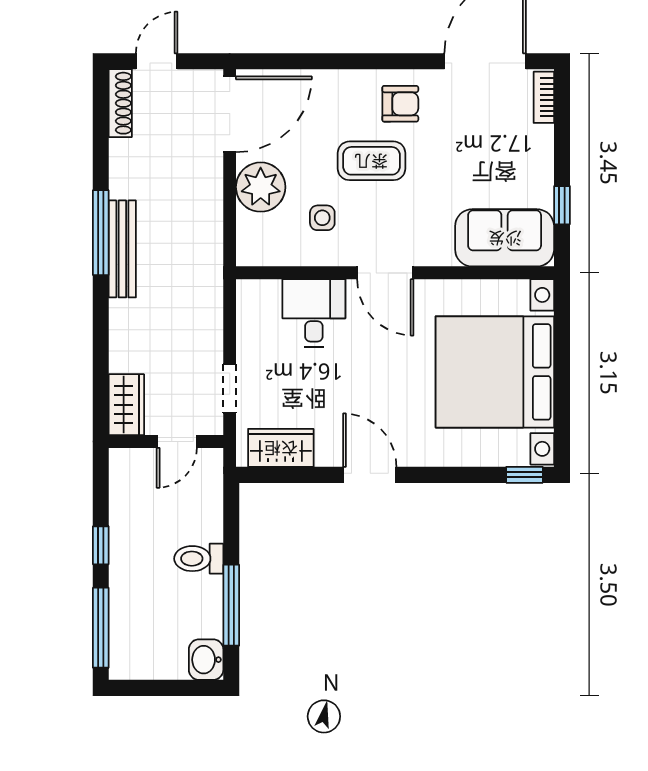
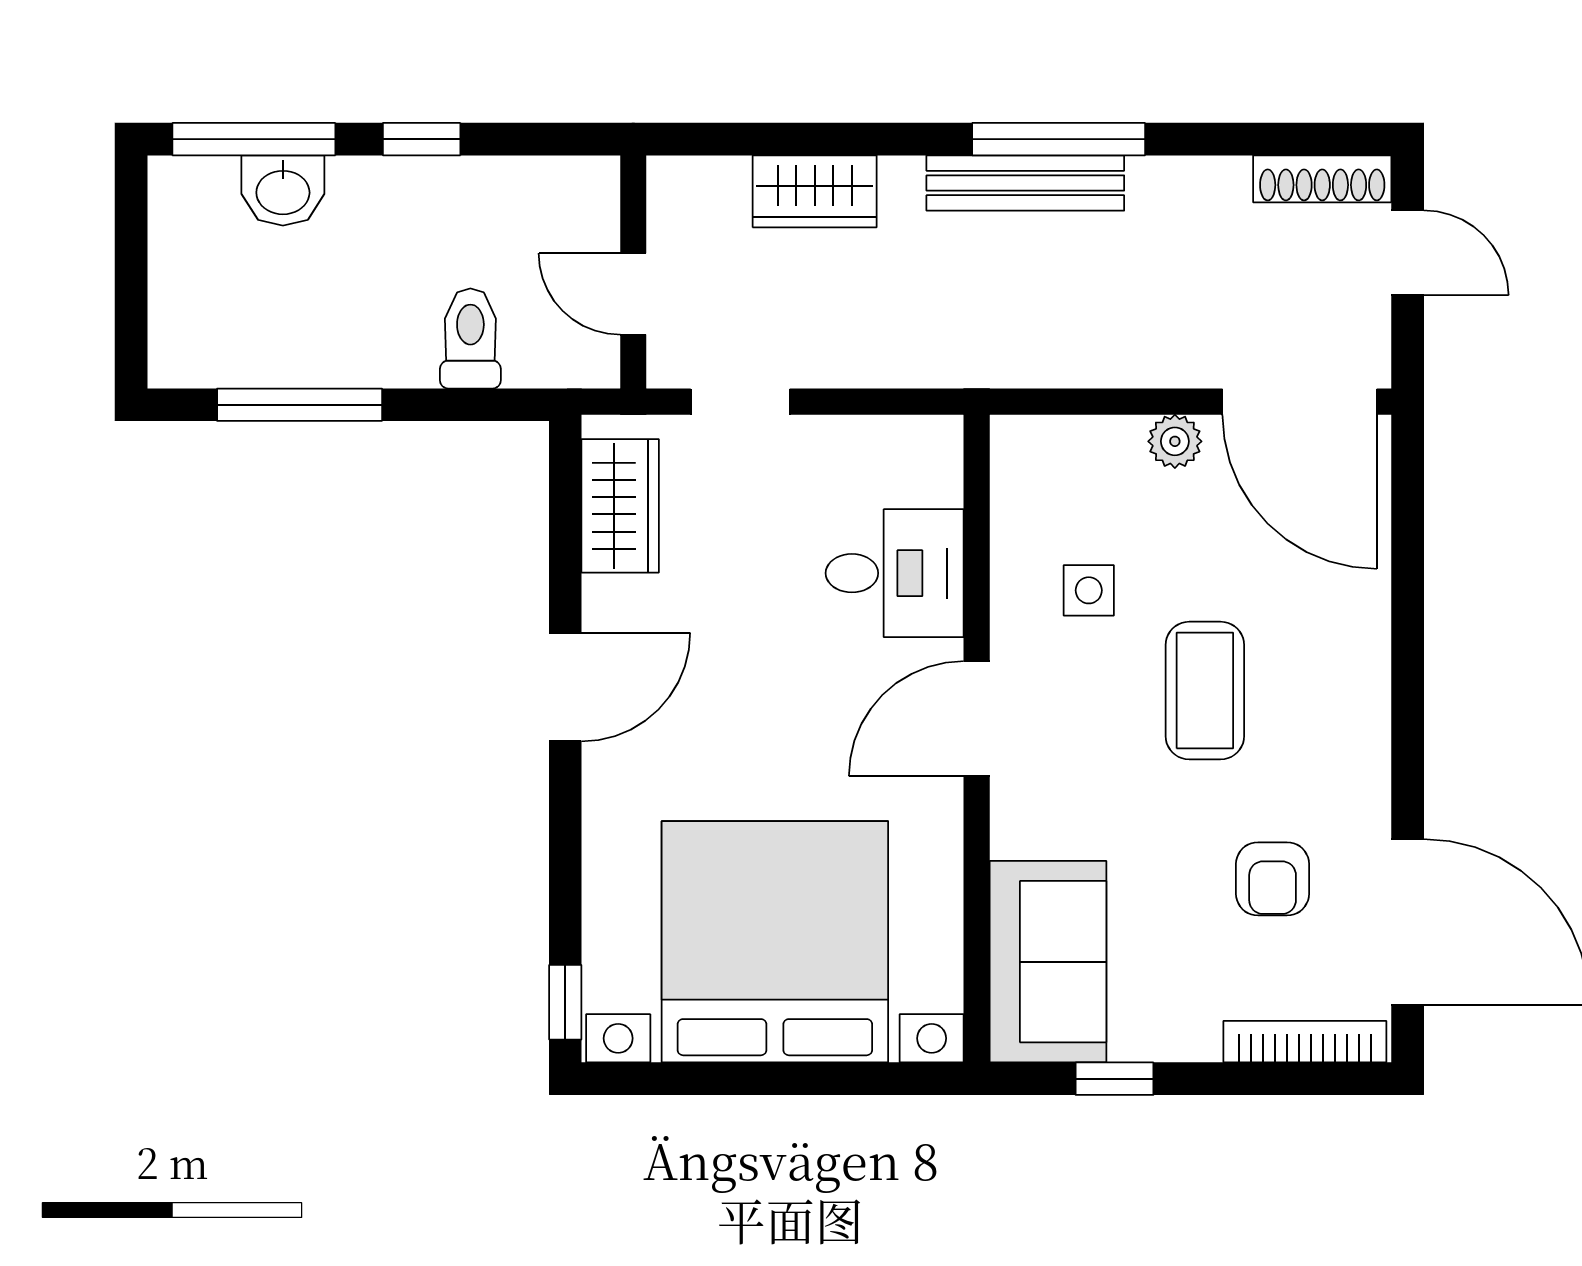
bookcase: (544, 97) -> (1305, 1042), width x1.56
armchair: (400, 104) -> (1273, 879), moved
plant: (261, 187) -> (1175, 441), width x0.53, depth x0.53
wardrobe: (126, 405) -> (815, 191), moved
toilet: (199, 559) -> (470, 339), moved
washbasin: (206, 660) -> (283, 190), moved, turned 180

